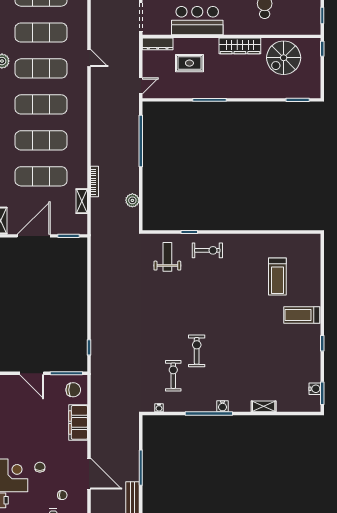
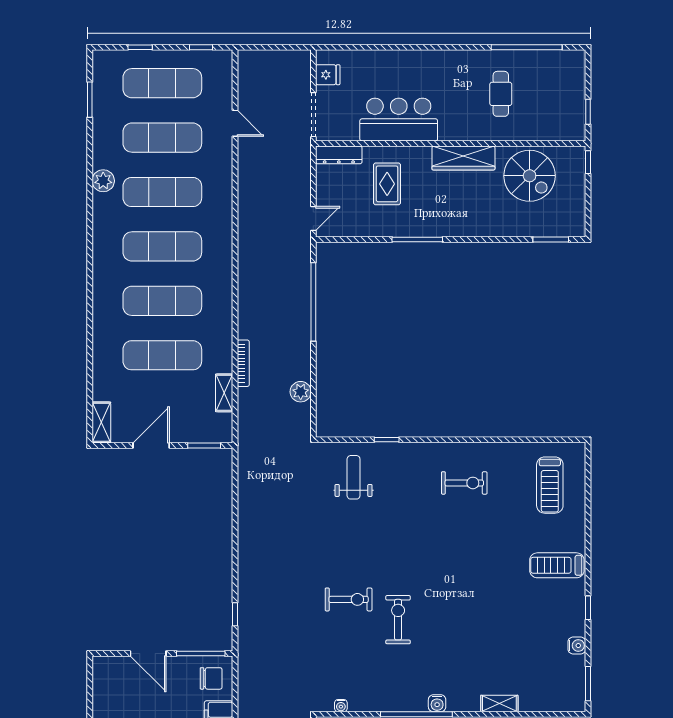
door: (89, 58) -> (235, 123), moved
spiral stairs: (284, 58) -> (530, 176), turned -90
rug: (189, 63) -> (387, 184), turned 90
door: (34, 236) -> (151, 446), width x0.73
exercise bike: (207, 250) -> (464, 483), moved
treadmill: (277, 277) -> (550, 485), moved
exercise bike: (173, 376) -> (349, 599), moved, turned 90
water cooler: (315, 389) -> (577, 646), moved

